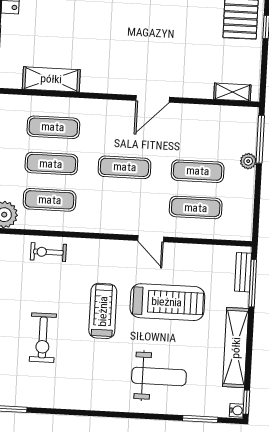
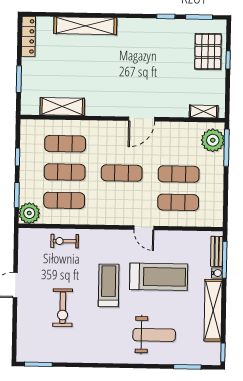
plant: (248, 161) -> (213, 140), moved, width x1.88, depth x1.88
water cooler: (236, 410) -> (217, 273), moved

